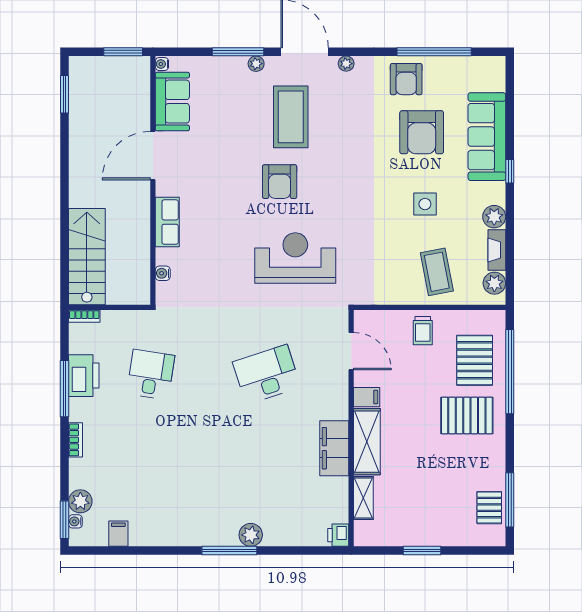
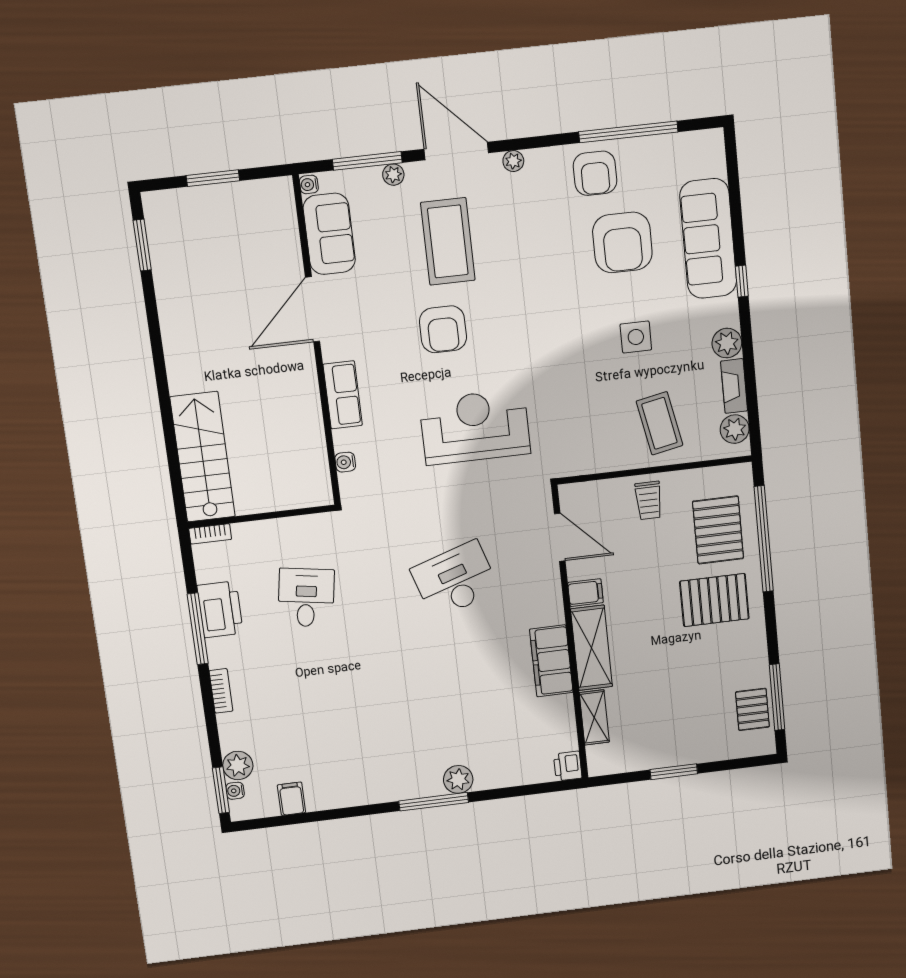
water cooler: (162, 64) -> (309, 184), moved
sofa: (172, 102) -> (329, 234), moved
door: (153, 156) -> (313, 309), moved
wall: (153, 180) -> (317, 342), moved
row of seats: (167, 222) -> (343, 395), moved
water cooler: (163, 273) -> (345, 462), moved

